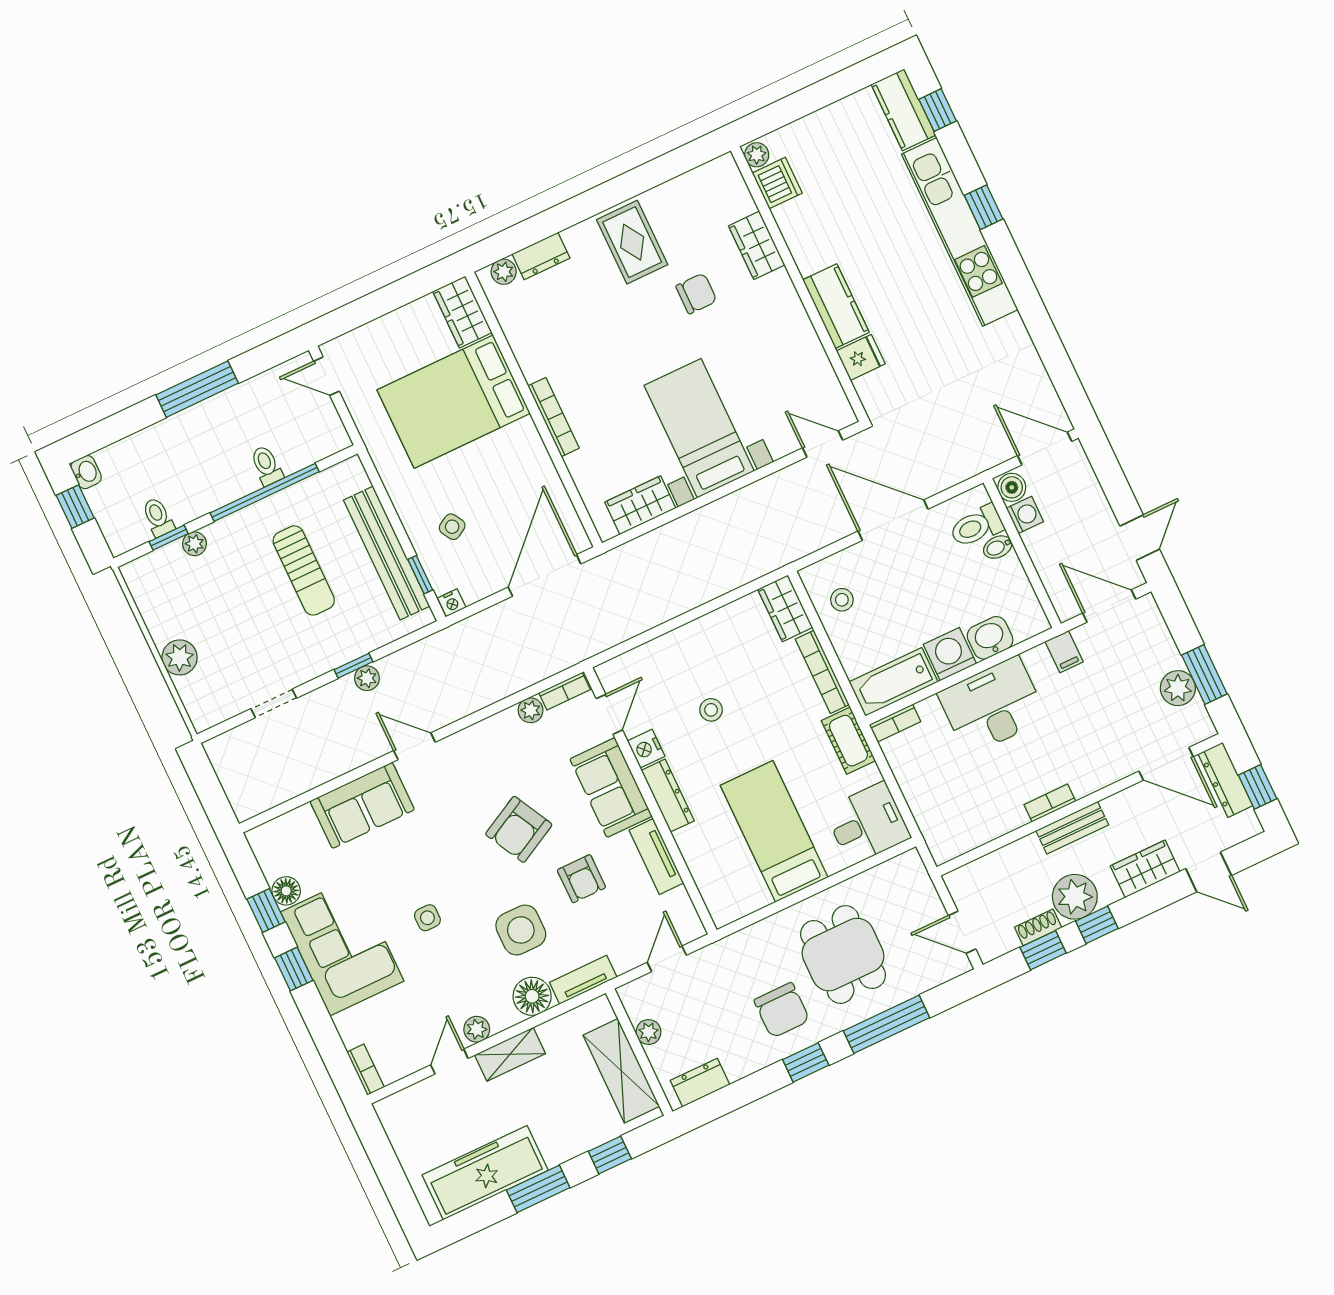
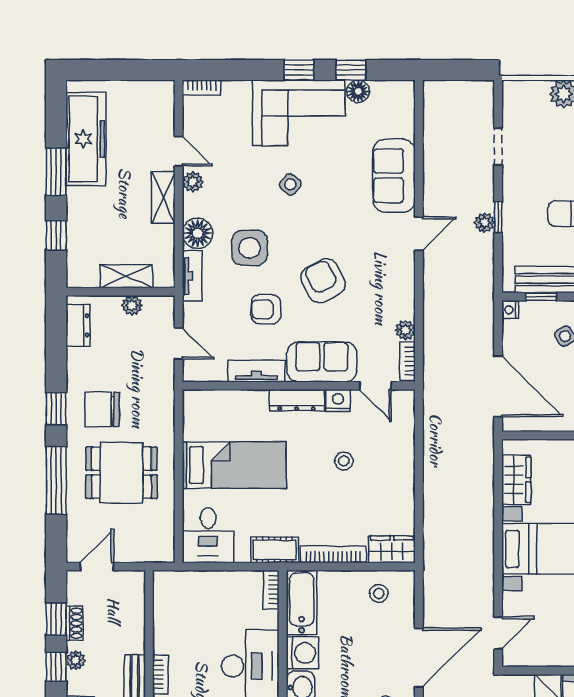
plant: (1075, 897) -> (76, 660), width x0.53, depth x0.53
side table: (427, 918) -> (290, 184), turned 38
shelving: (621, 1071) -> (126, 276), width x0.67, depth x0.75

